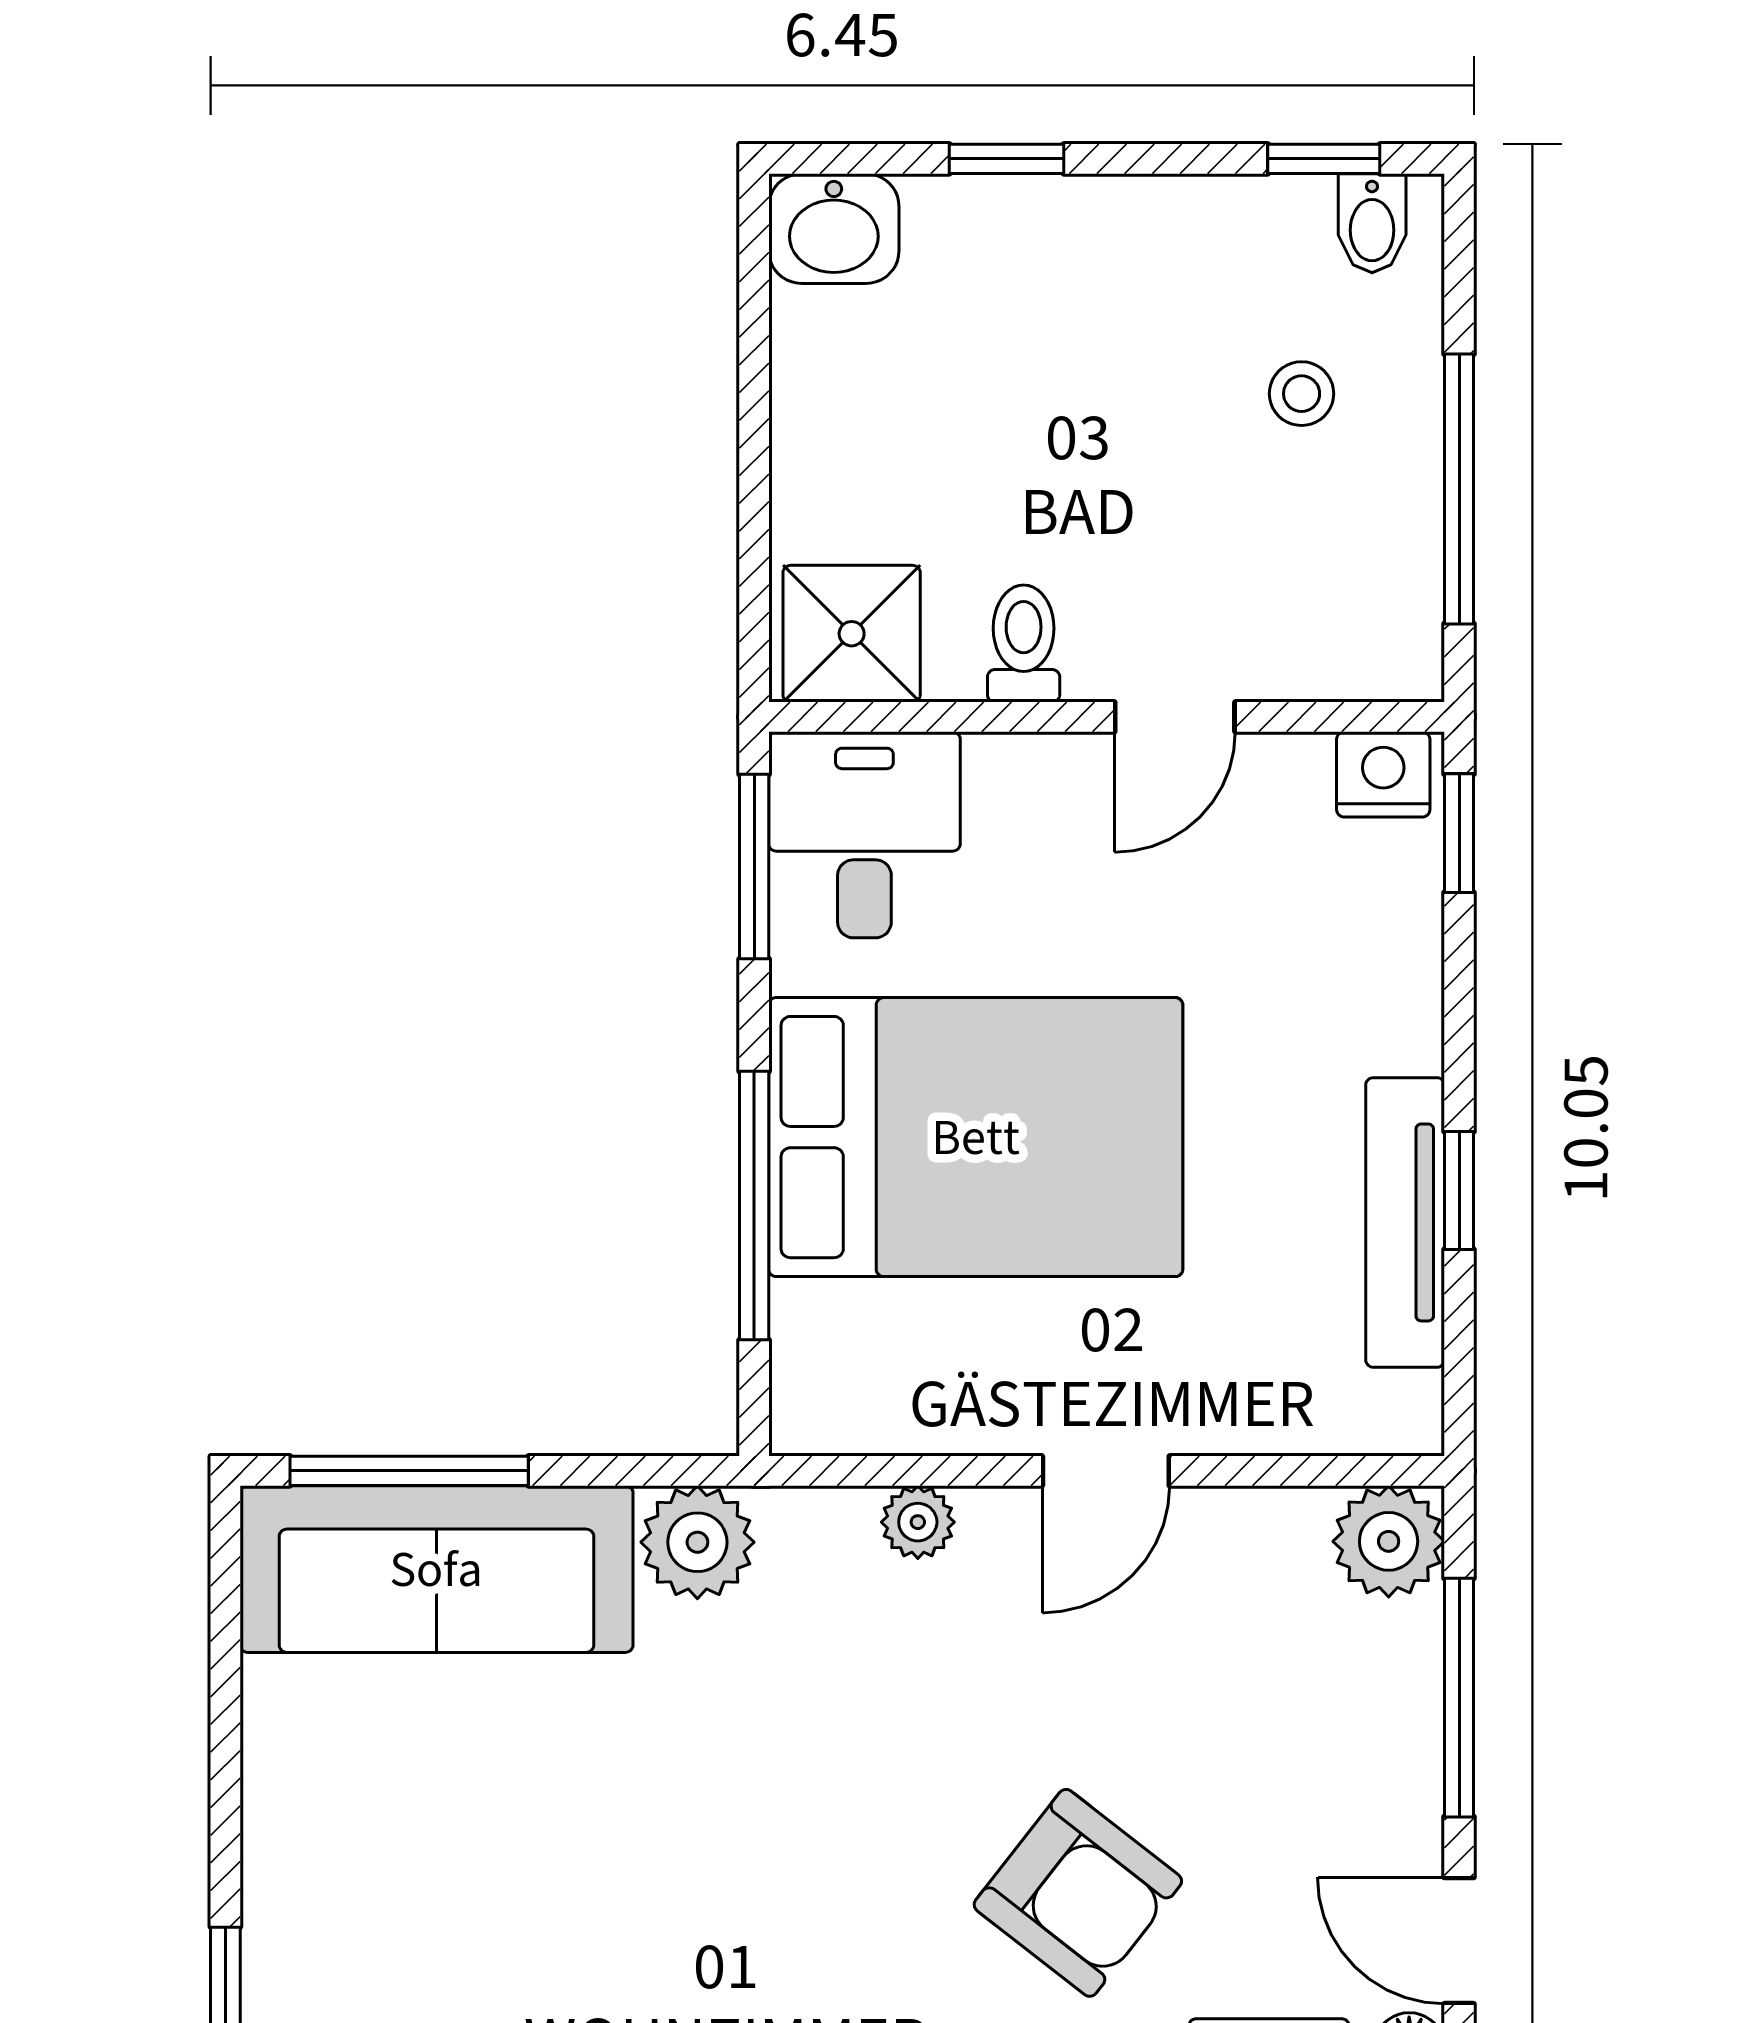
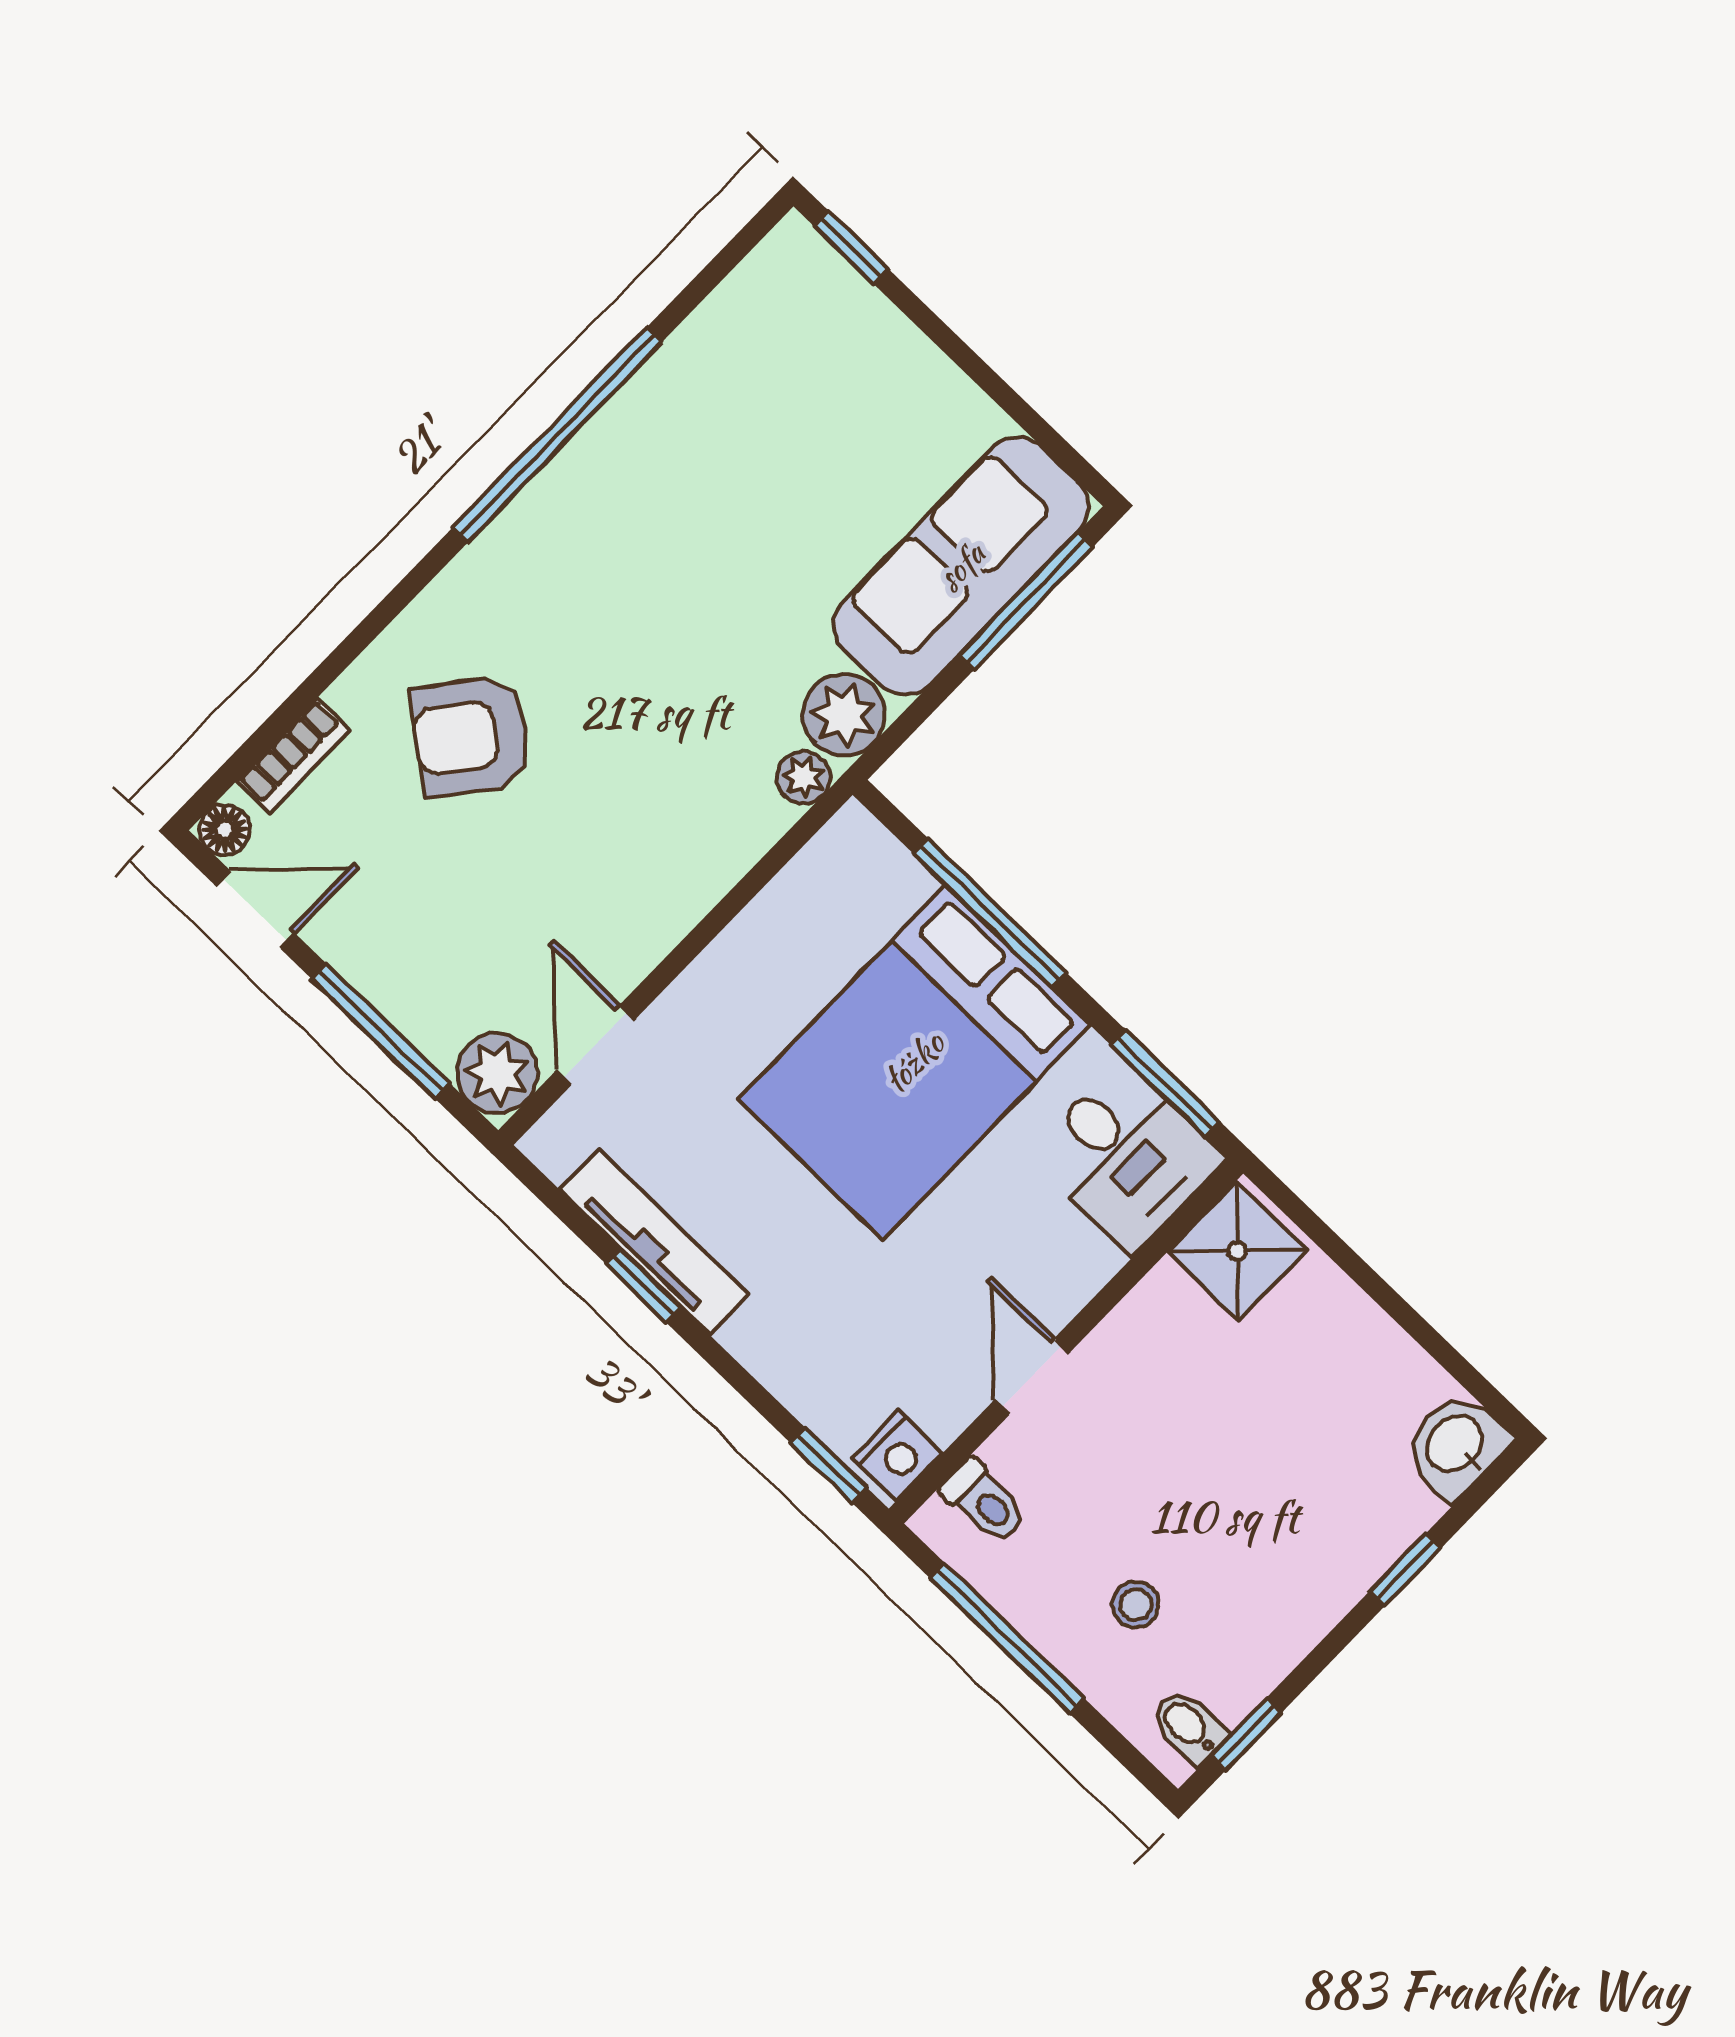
toilet: (1024, 644) -> (984, 1502), moved
door: (1106, 1471) -> (595, 1045), moved
plant: (918, 1522) -> (804, 777), moved

